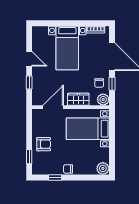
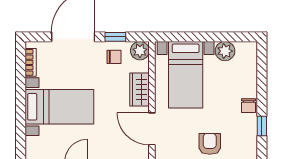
plant: (103, 168) -> (225, 51), moved

